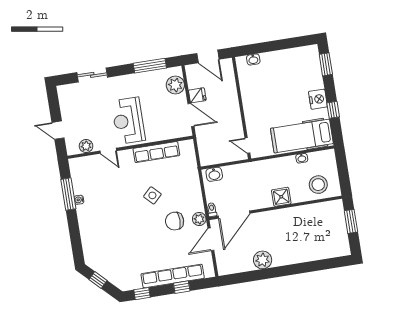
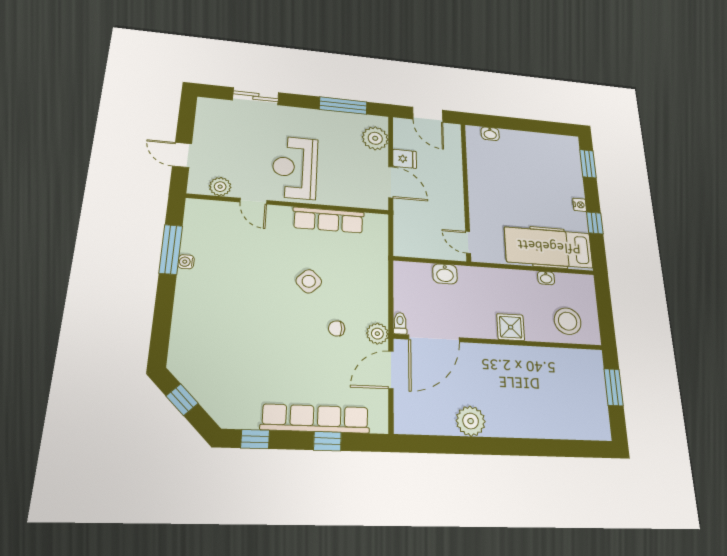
nightstand: (318, 99) -> (580, 205), width x0.53, depth x0.56
washbasin: (214, 174) -> (445, 274), moved
chair: (175, 221) -> (337, 328), width x0.54, depth x0.54

